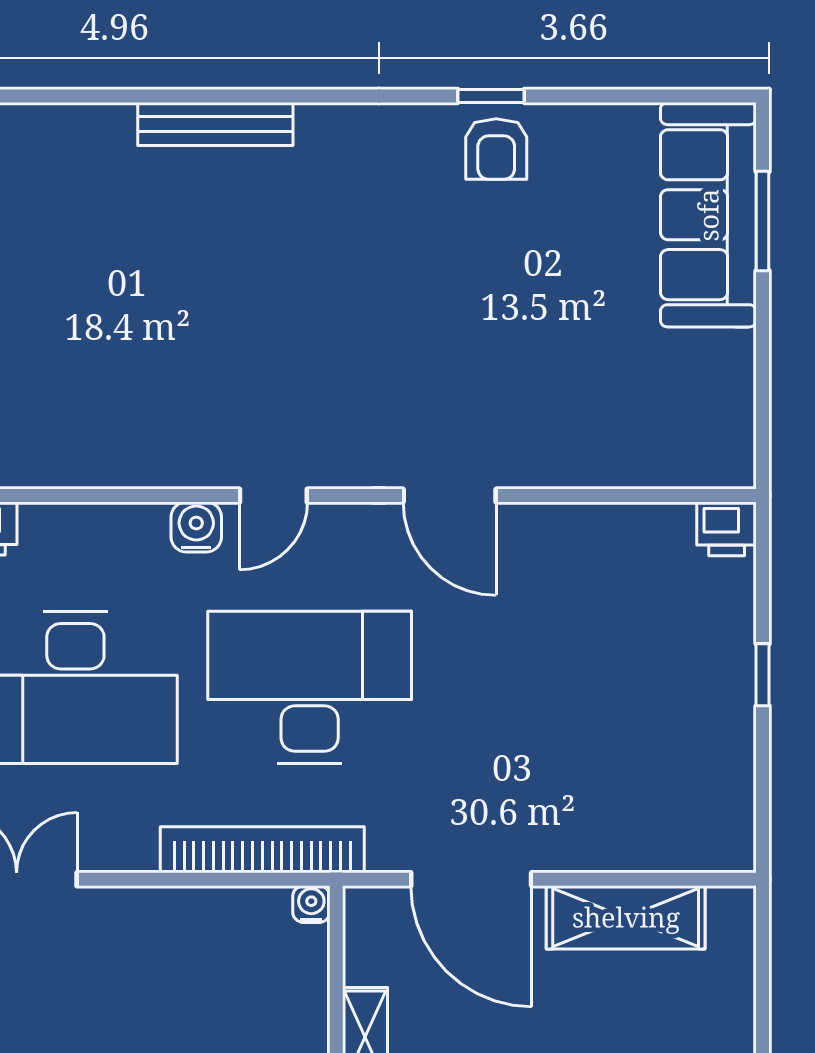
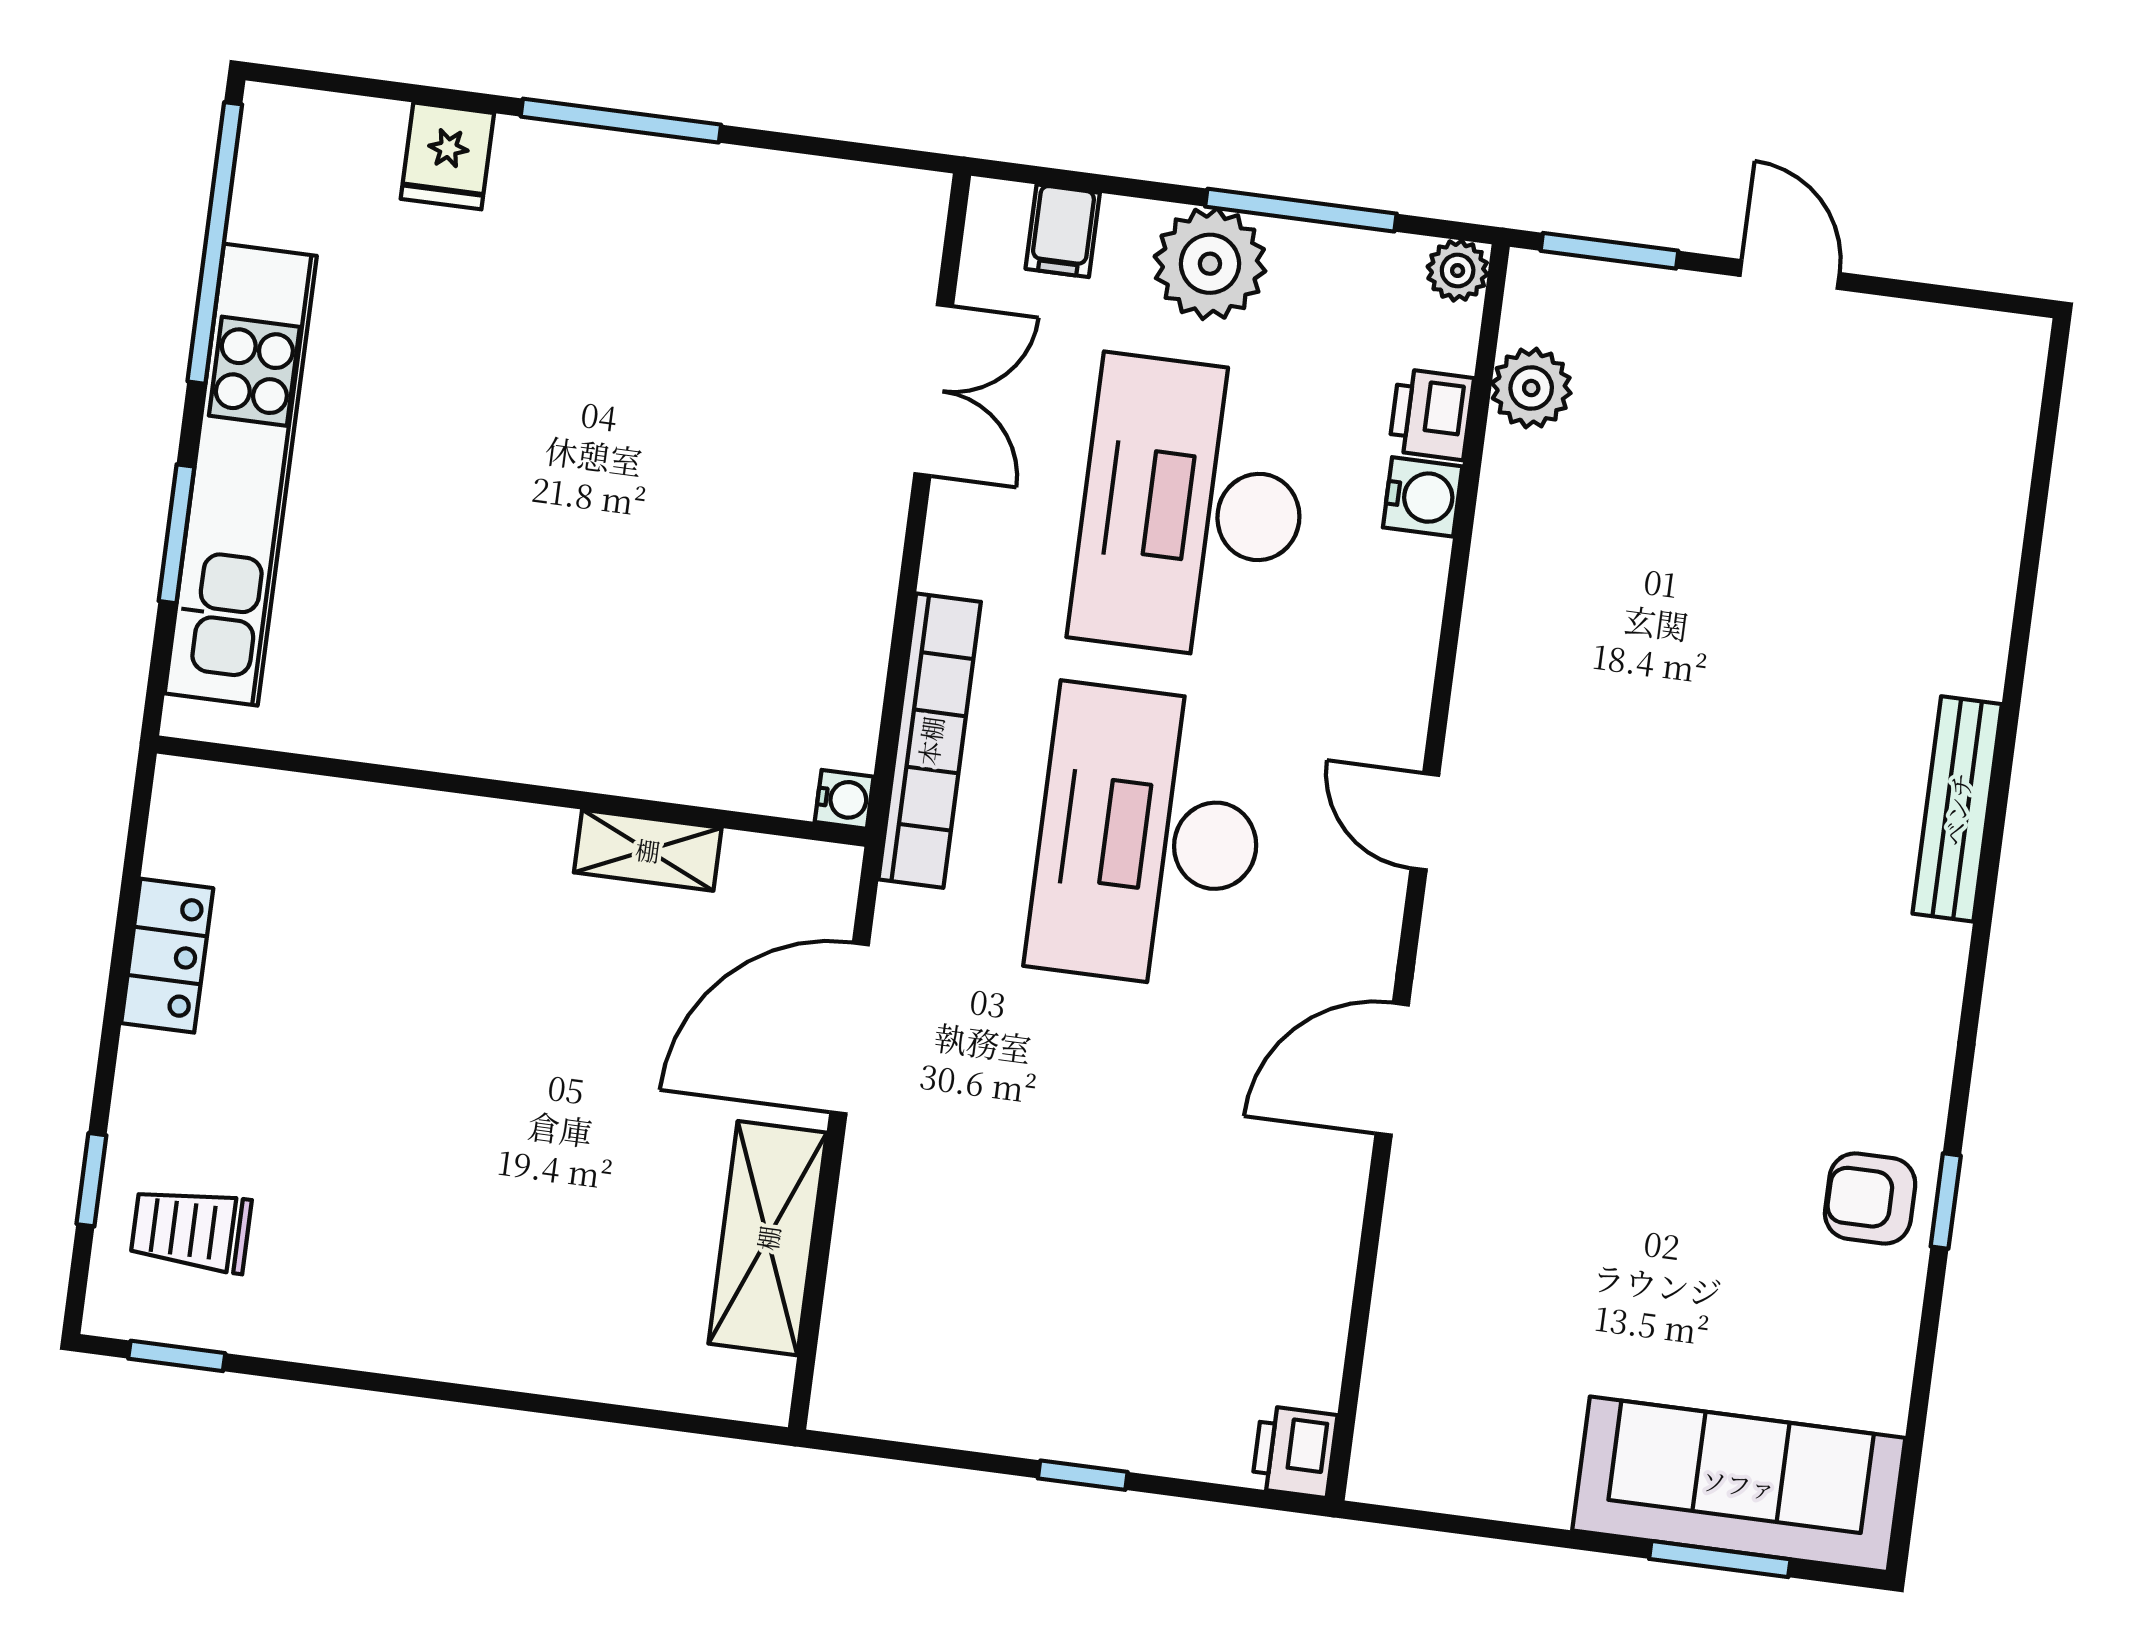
water cooler: (196, 527) -> (1423, 497), moved
desk: (310, 687) -> (1149, 837), turned 180

